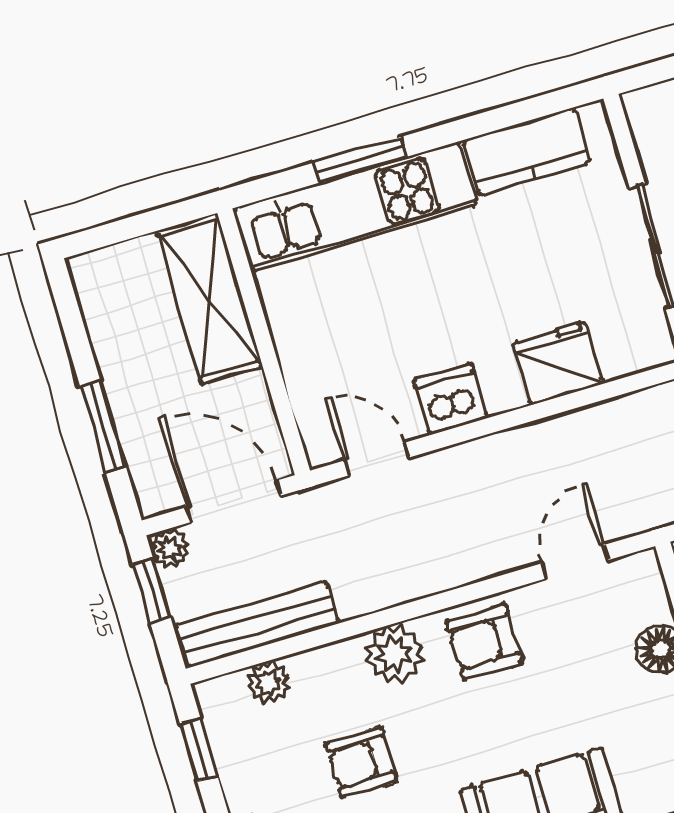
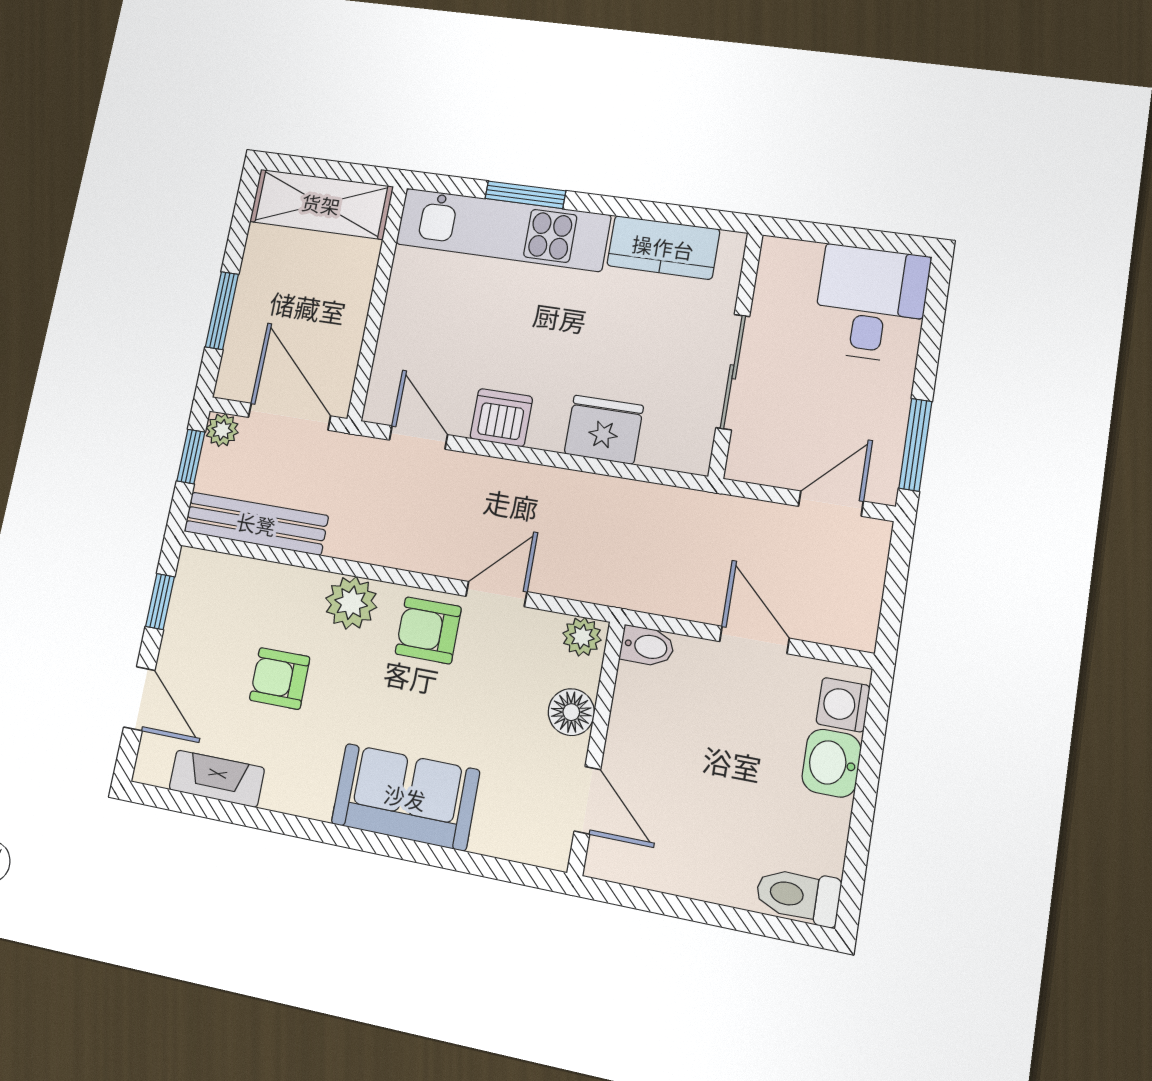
shelving: (209, 298) -> (321, 204), moved, turned 90
door: (575, 562) -> (496, 594), moved
plant: (268, 682) -> (582, 637), moved

